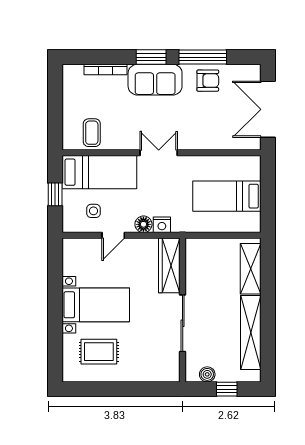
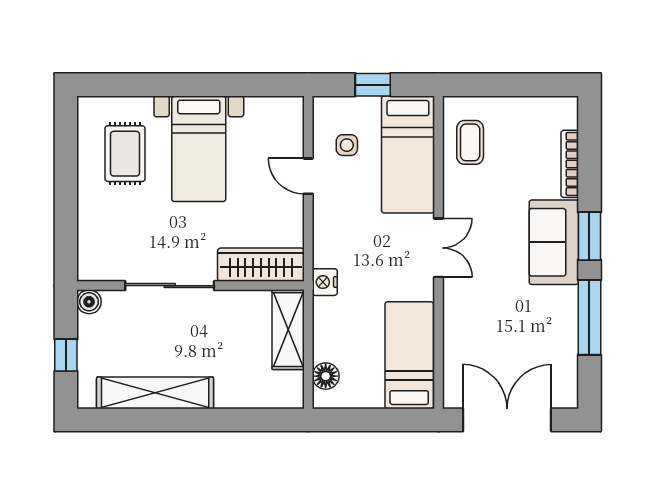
armchair: (208, 81) -> (552, 325), removed
coffee table: (92, 133) -> (470, 142), turned 90
bed: (227, 196) -> (409, 355), moved
floor lamp: (143, 224) -> (326, 376), moved
nightstand: (162, 225) -> (325, 282), moved
shelving: (251, 269) -> (288, 330), moved, turned 90
boiler: (207, 374) -> (89, 302), moved

